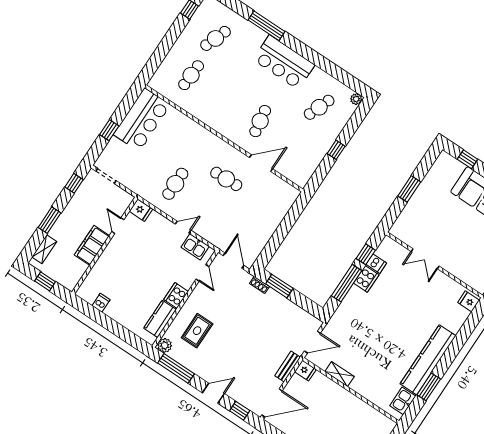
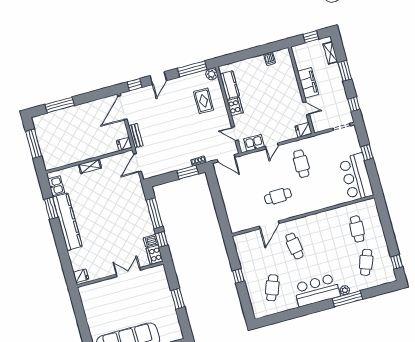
plant: (356, 99) -> (345, 290), moved
cooker: (366, 279) -> (154, 255), moved
shelving: (340, 374) -> (90, 166), moved

